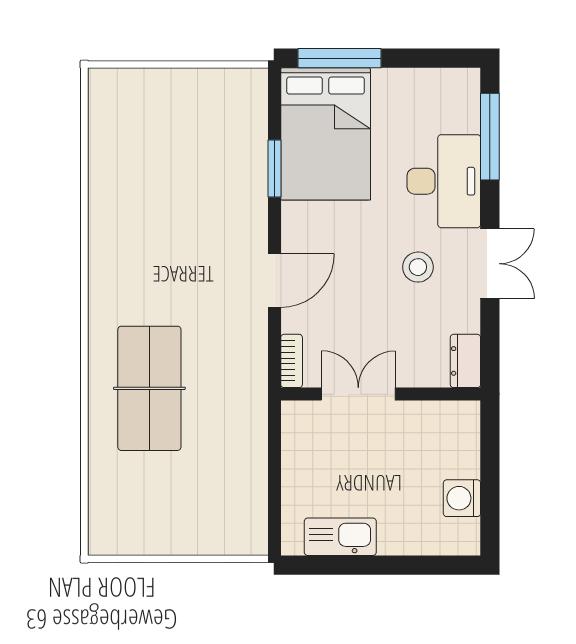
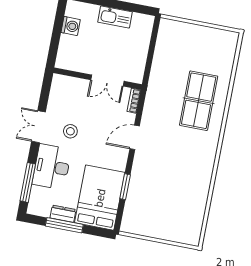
window: (340, 58) -> (64, 225), moved
dresser: (465, 361) -> (63, 214), moved, turned -90
kitchen sink: (340, 537) -> (115, 17), moved

